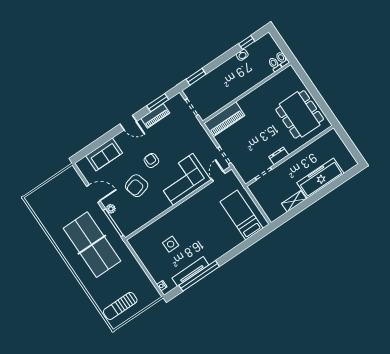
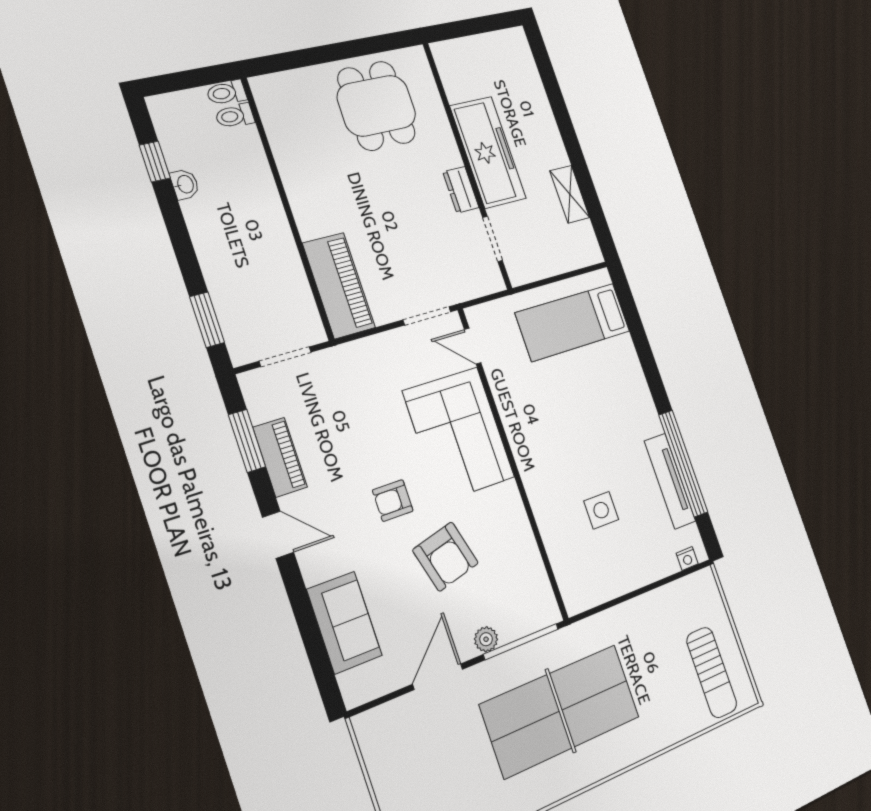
dining table: (300, 114) -> (377, 106), width x0.73
door: (128, 123) -> (278, 535), hinge flipped
freezer: (320, 178) -> (488, 152), moved, turned 180

